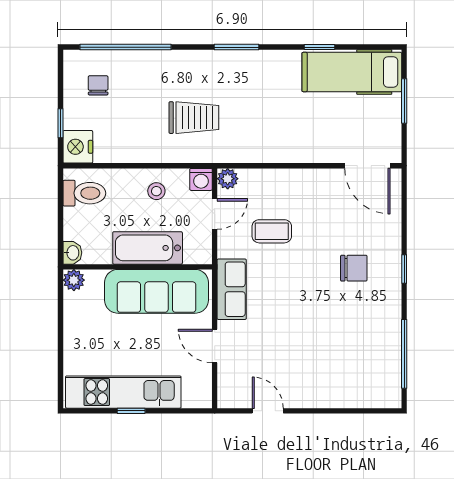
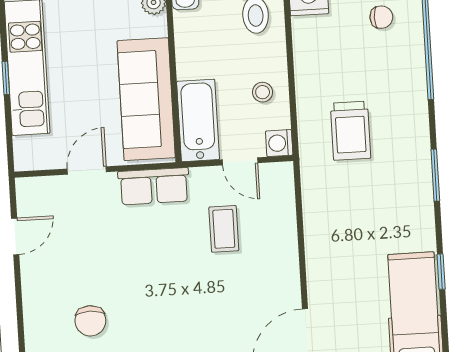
plant: (228, 179) -> (282, 174), removed
bathtub: (148, 248) -> (198, 120), moved
chair: (354, 268) -> (90, 321), moved

